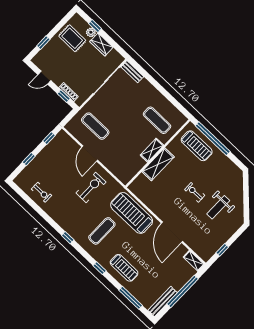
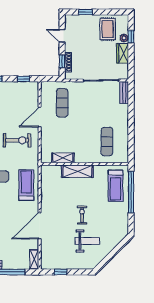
shelving: (152, 150) -> (63, 158), moved
weight bench: (218, 207) -> (87, 241), turned 180
treadmill: (132, 213) -> (26, 185), width x0.73, depth x0.73

